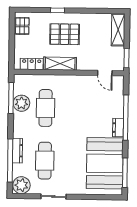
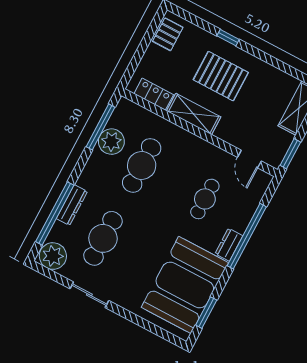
cafe table: (91, 109) -> (205, 199), added
window: (125, 173) -> (206, 313), width x0.69

